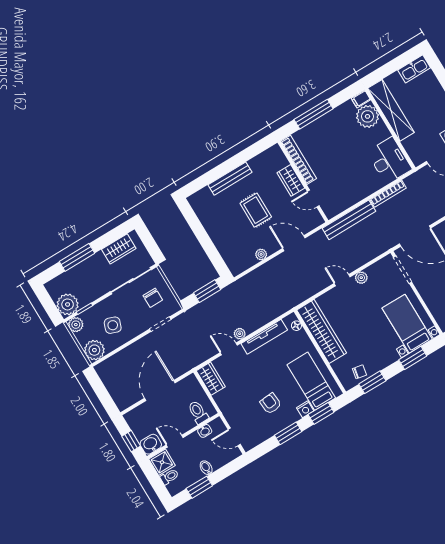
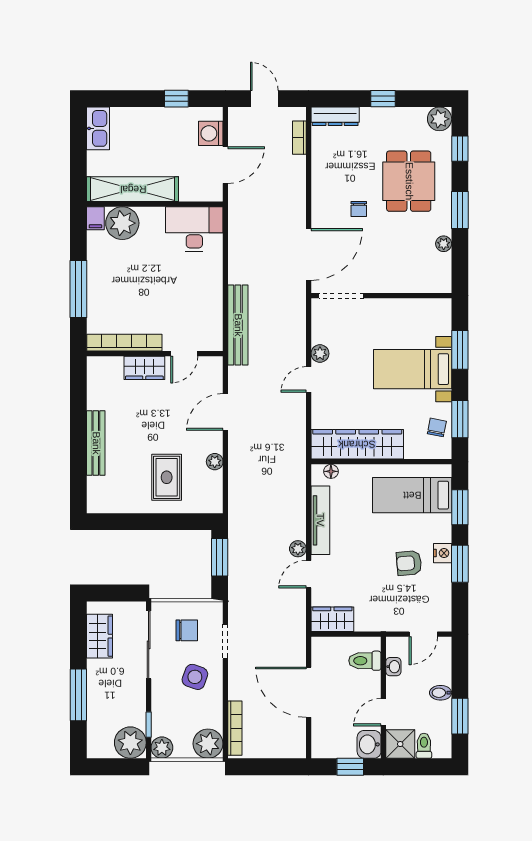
bookcase: (388, 194) -> (235, 728), moved
rug: (256, 210) -> (167, 477), moved, turned 90
bed with nightstands: (407, 324) -> (413, 369), moved
side table: (113, 325) -> (195, 677), moved
nightstand: (305, 409) -> (443, 553), moved

